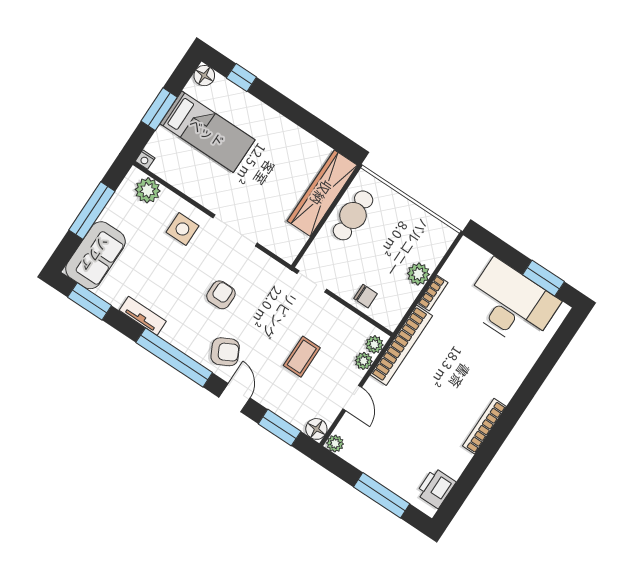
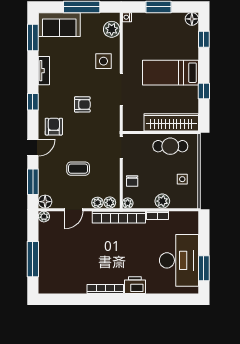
window: (310, 123) -> (204, 91), added
bed: (207, 132) -> (171, 73), moved, turned 90
side table: (407, 229) -> (182, 179), added
plant: (391, 321) -> (128, 203), added
armchair: (225, 352) -> (54, 127), turned -153
window: (174, 358) -> (33, 102), width x0.32
printer: (436, 488) -> (135, 285), moved

